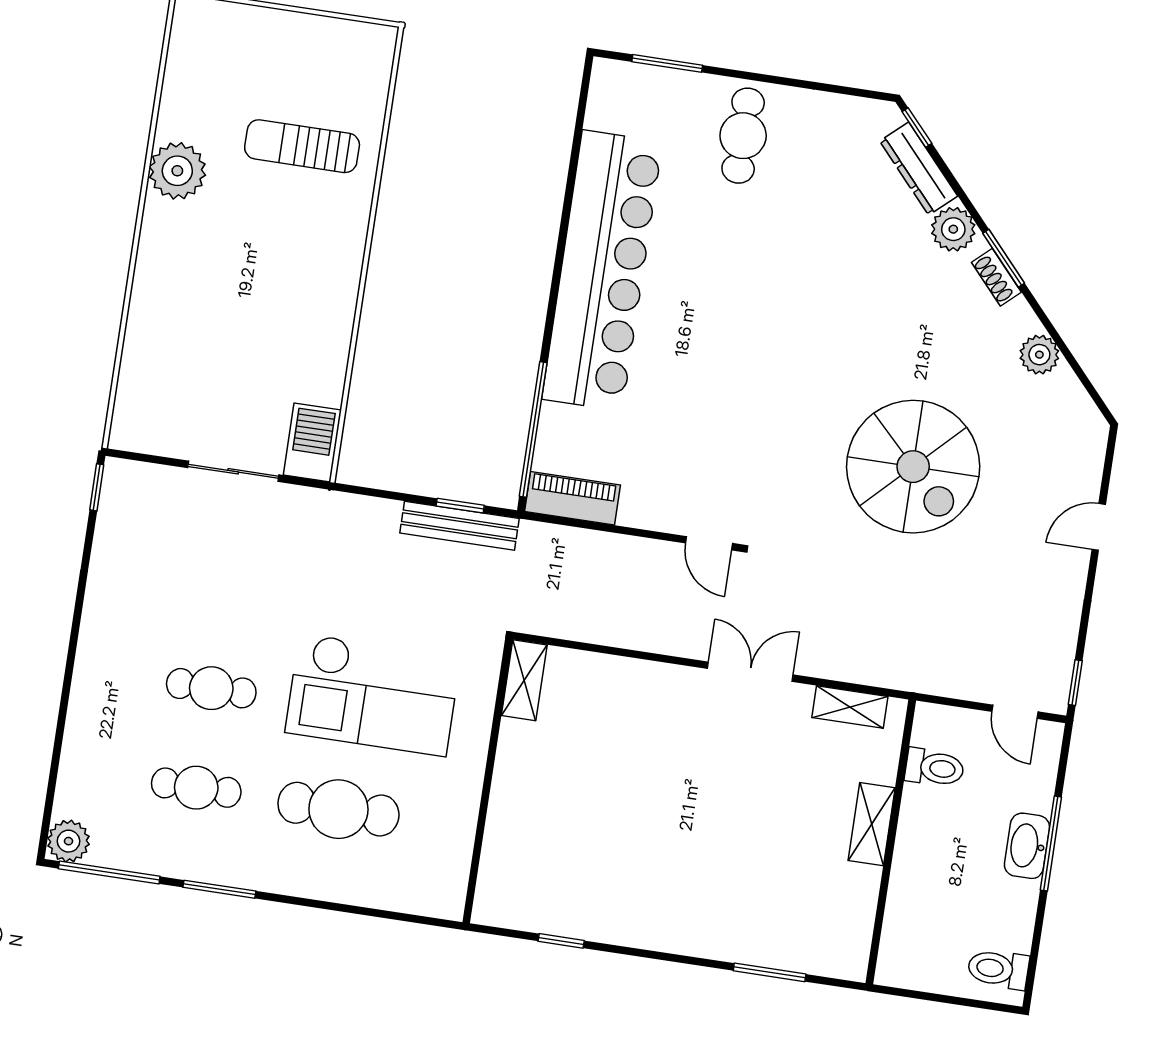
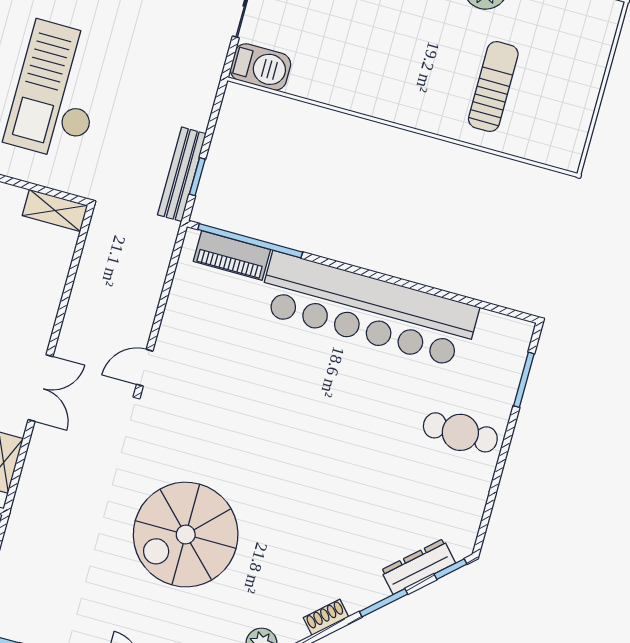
plant: (953, 229) -> (368, 588), removed
window: (1004, 258) -> (383, 603), moved
piano: (572, 498) -> (232, 255), moved, turned 90

